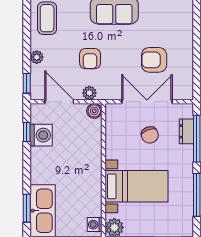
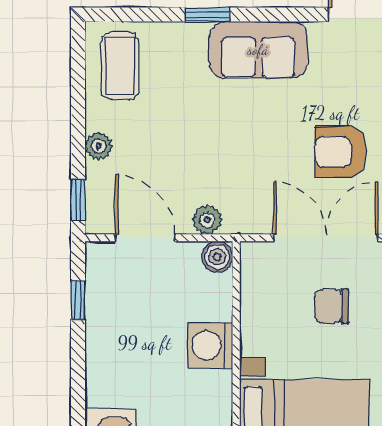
armchair: (90, 59) -> (208, 149), removed
washing machine: (41, 135) -> (210, 345), moved, turned 180
chair: (150, 135) -> (332, 306), turned 110

